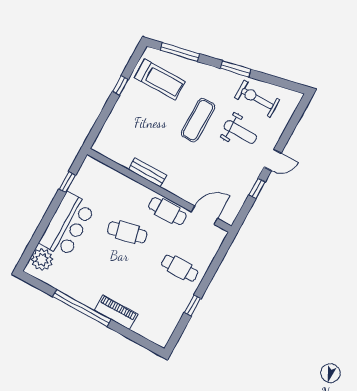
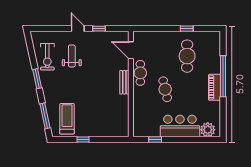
exercise mat: (198, 120) -> (78, 84), removed
bench: (148, 172) -> (124, 82), moved
cafe table: (180, 268) -> (187, 56), moved, width x1.37, depth x1.35
window: (82, 308) -> (223, 76), moved
piano: (116, 312) -> (215, 87), moved

